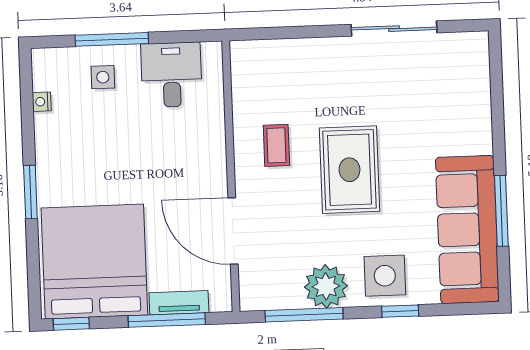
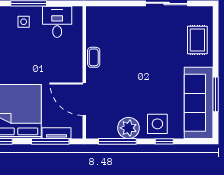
coffee table: (276, 145) -> (94, 57), moved
rug: (350, 170) -> (197, 40), moved, width x0.73, depth x0.70

